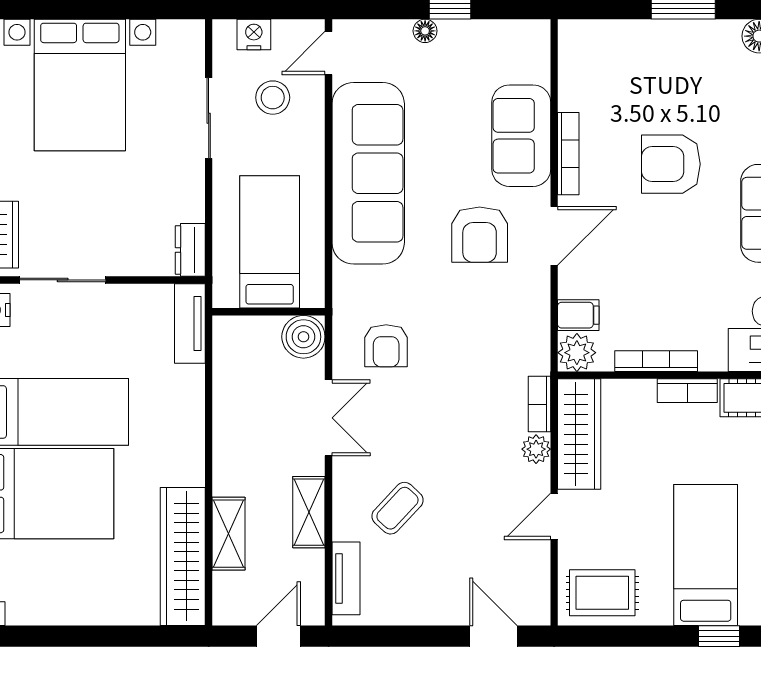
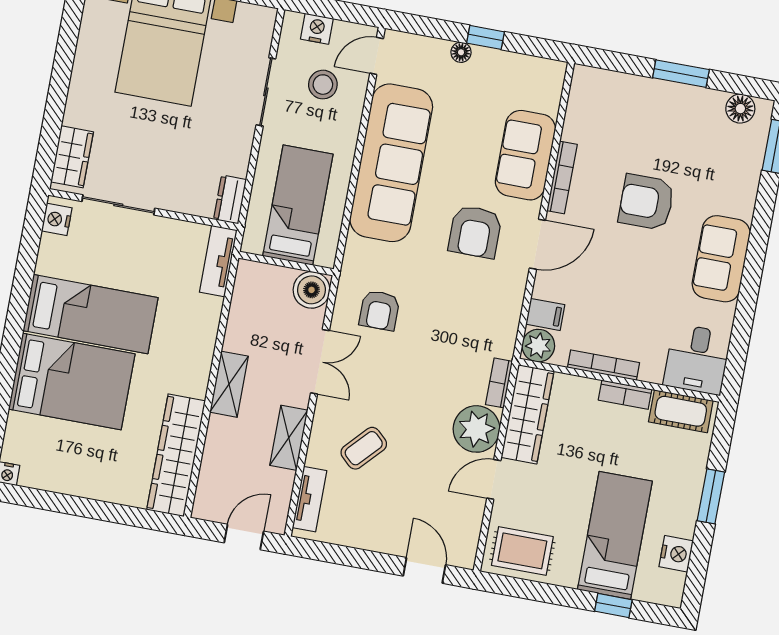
plant: (536, 449) -> (476, 429), width x1.88, depth x1.88
shelving: (229, 534) -> (229, 384), moved

